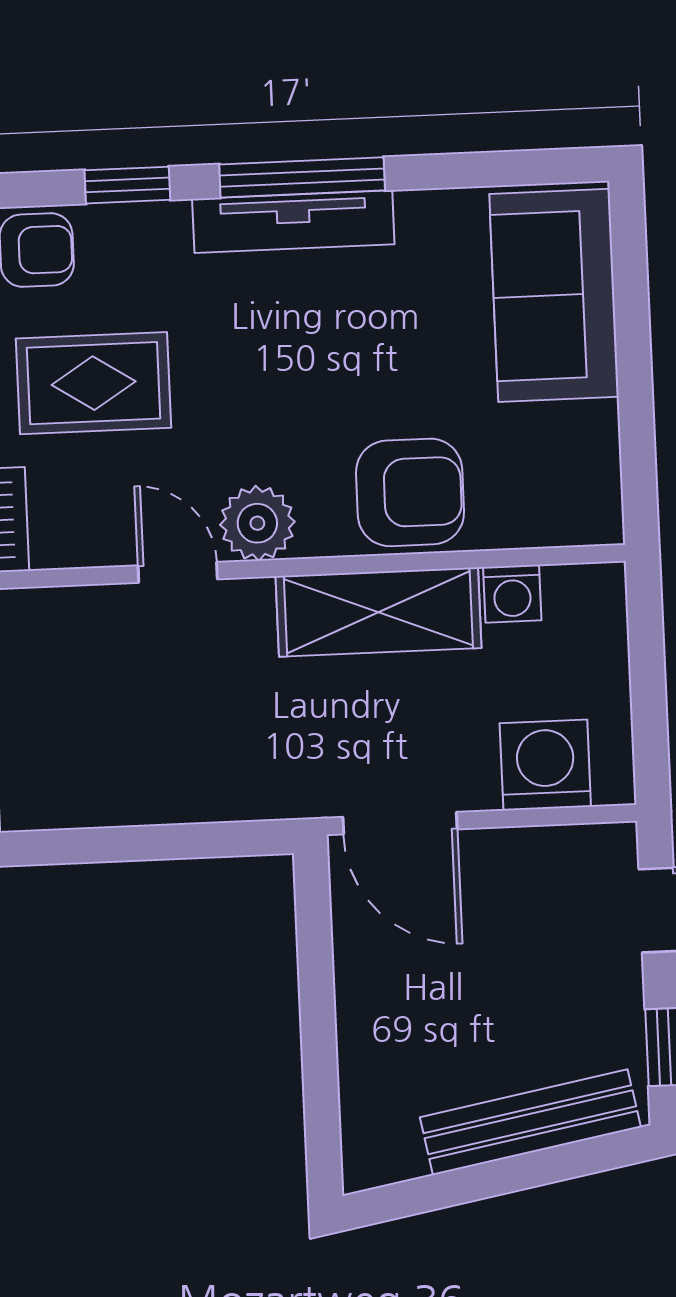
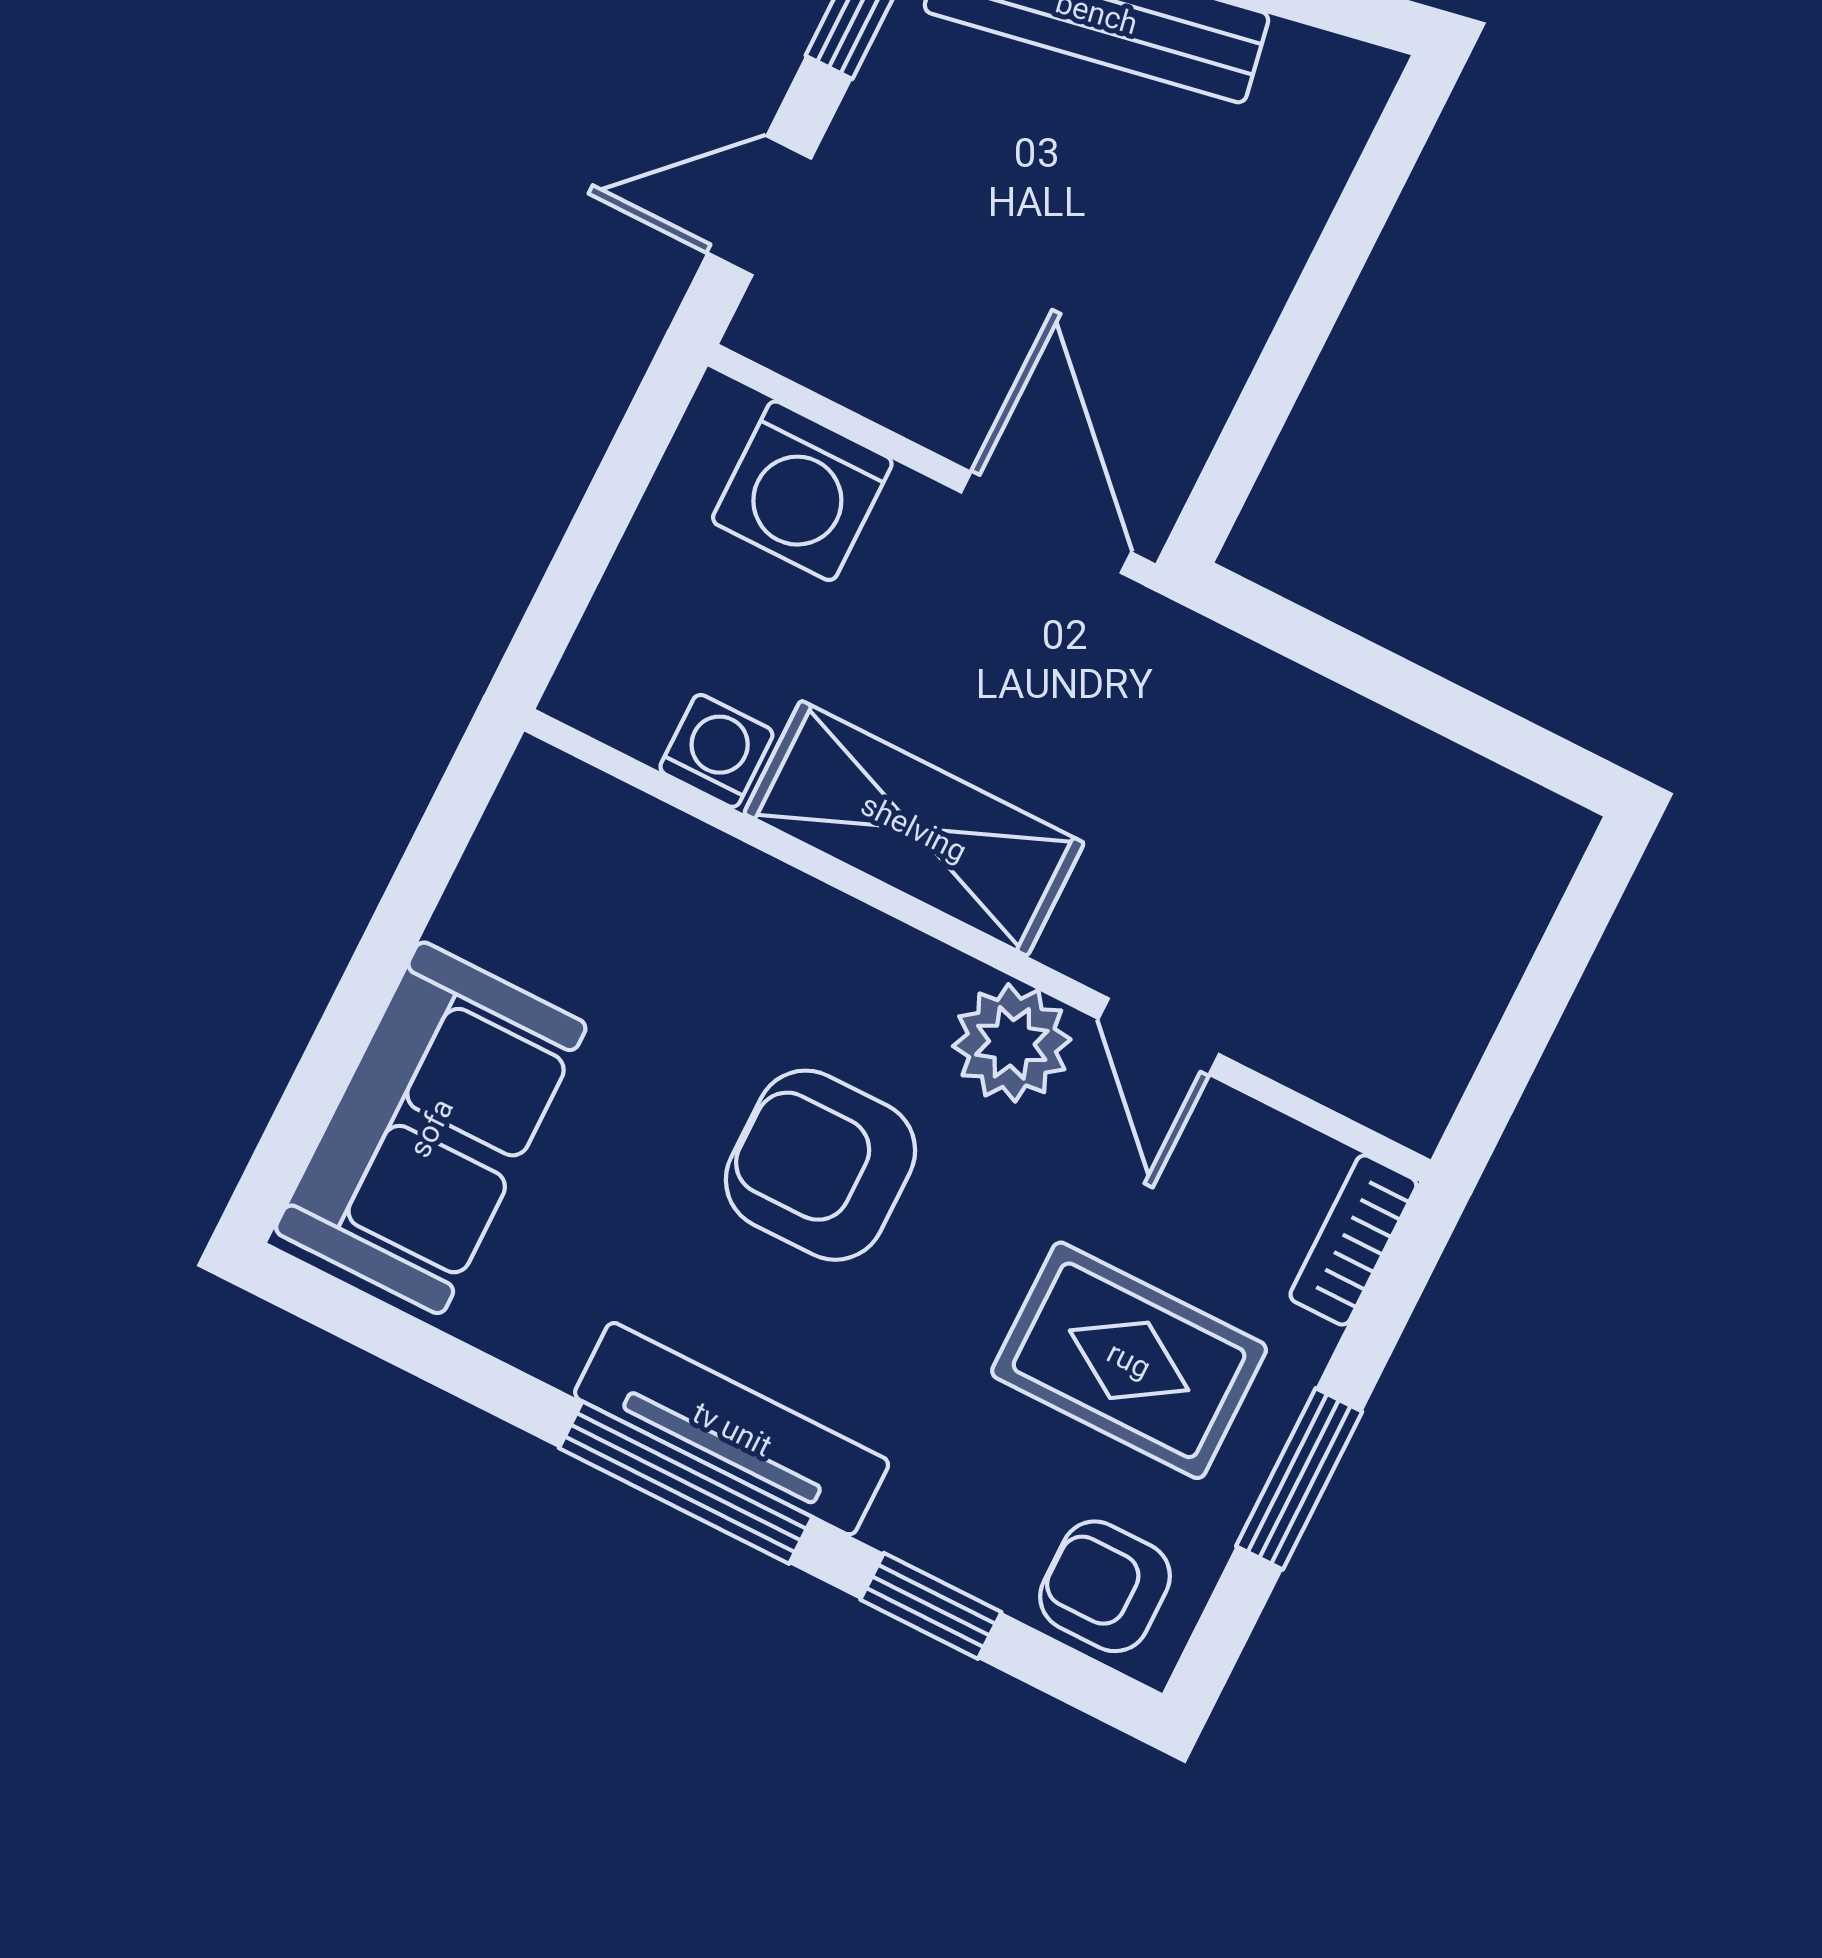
armchair: (410, 492) -> (820, 1165), moved

